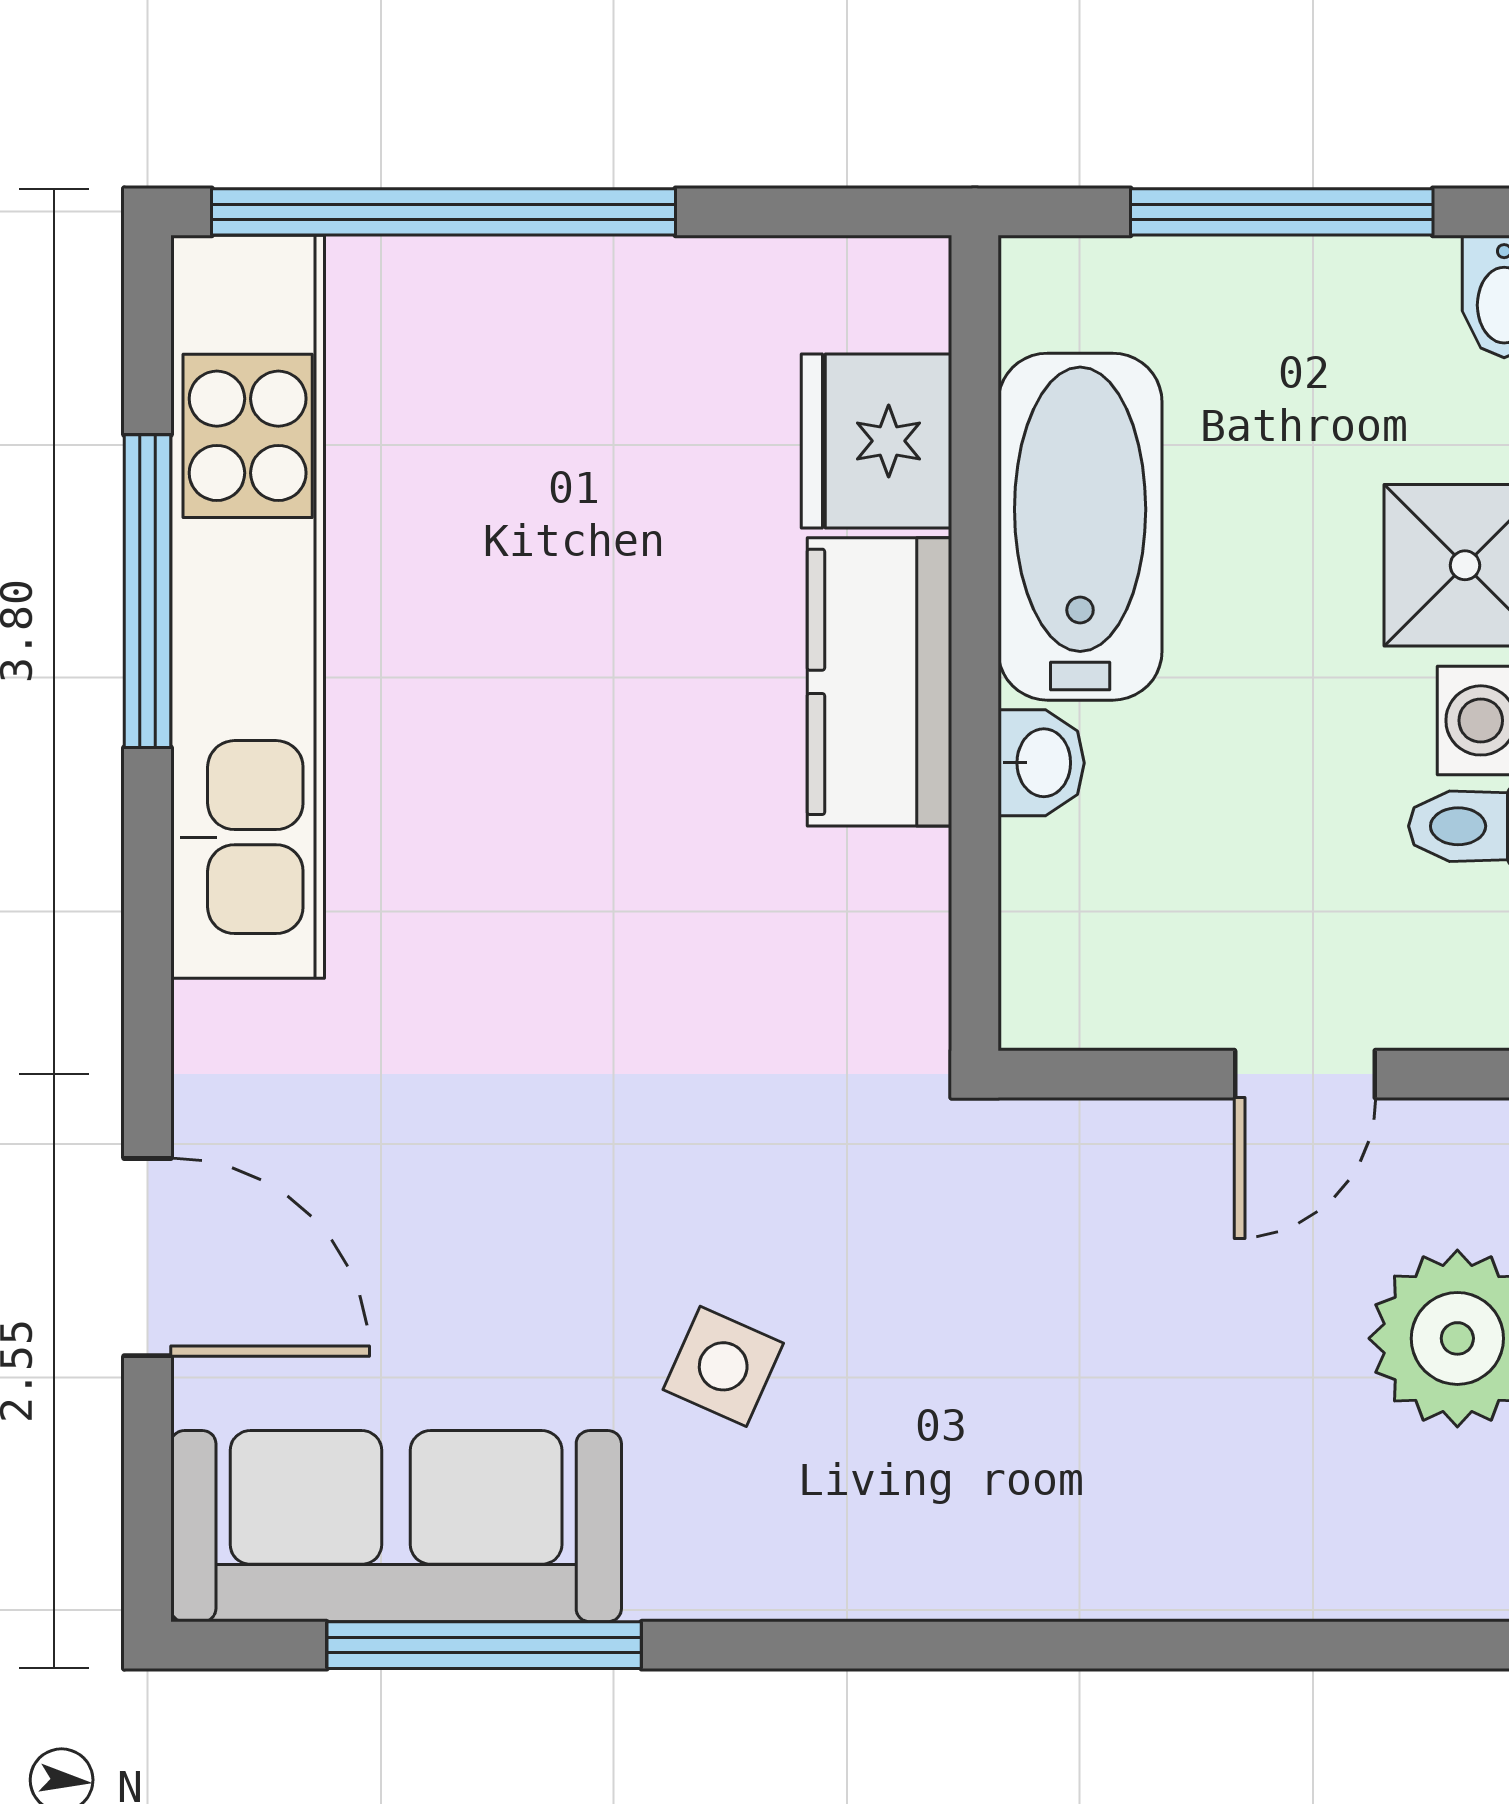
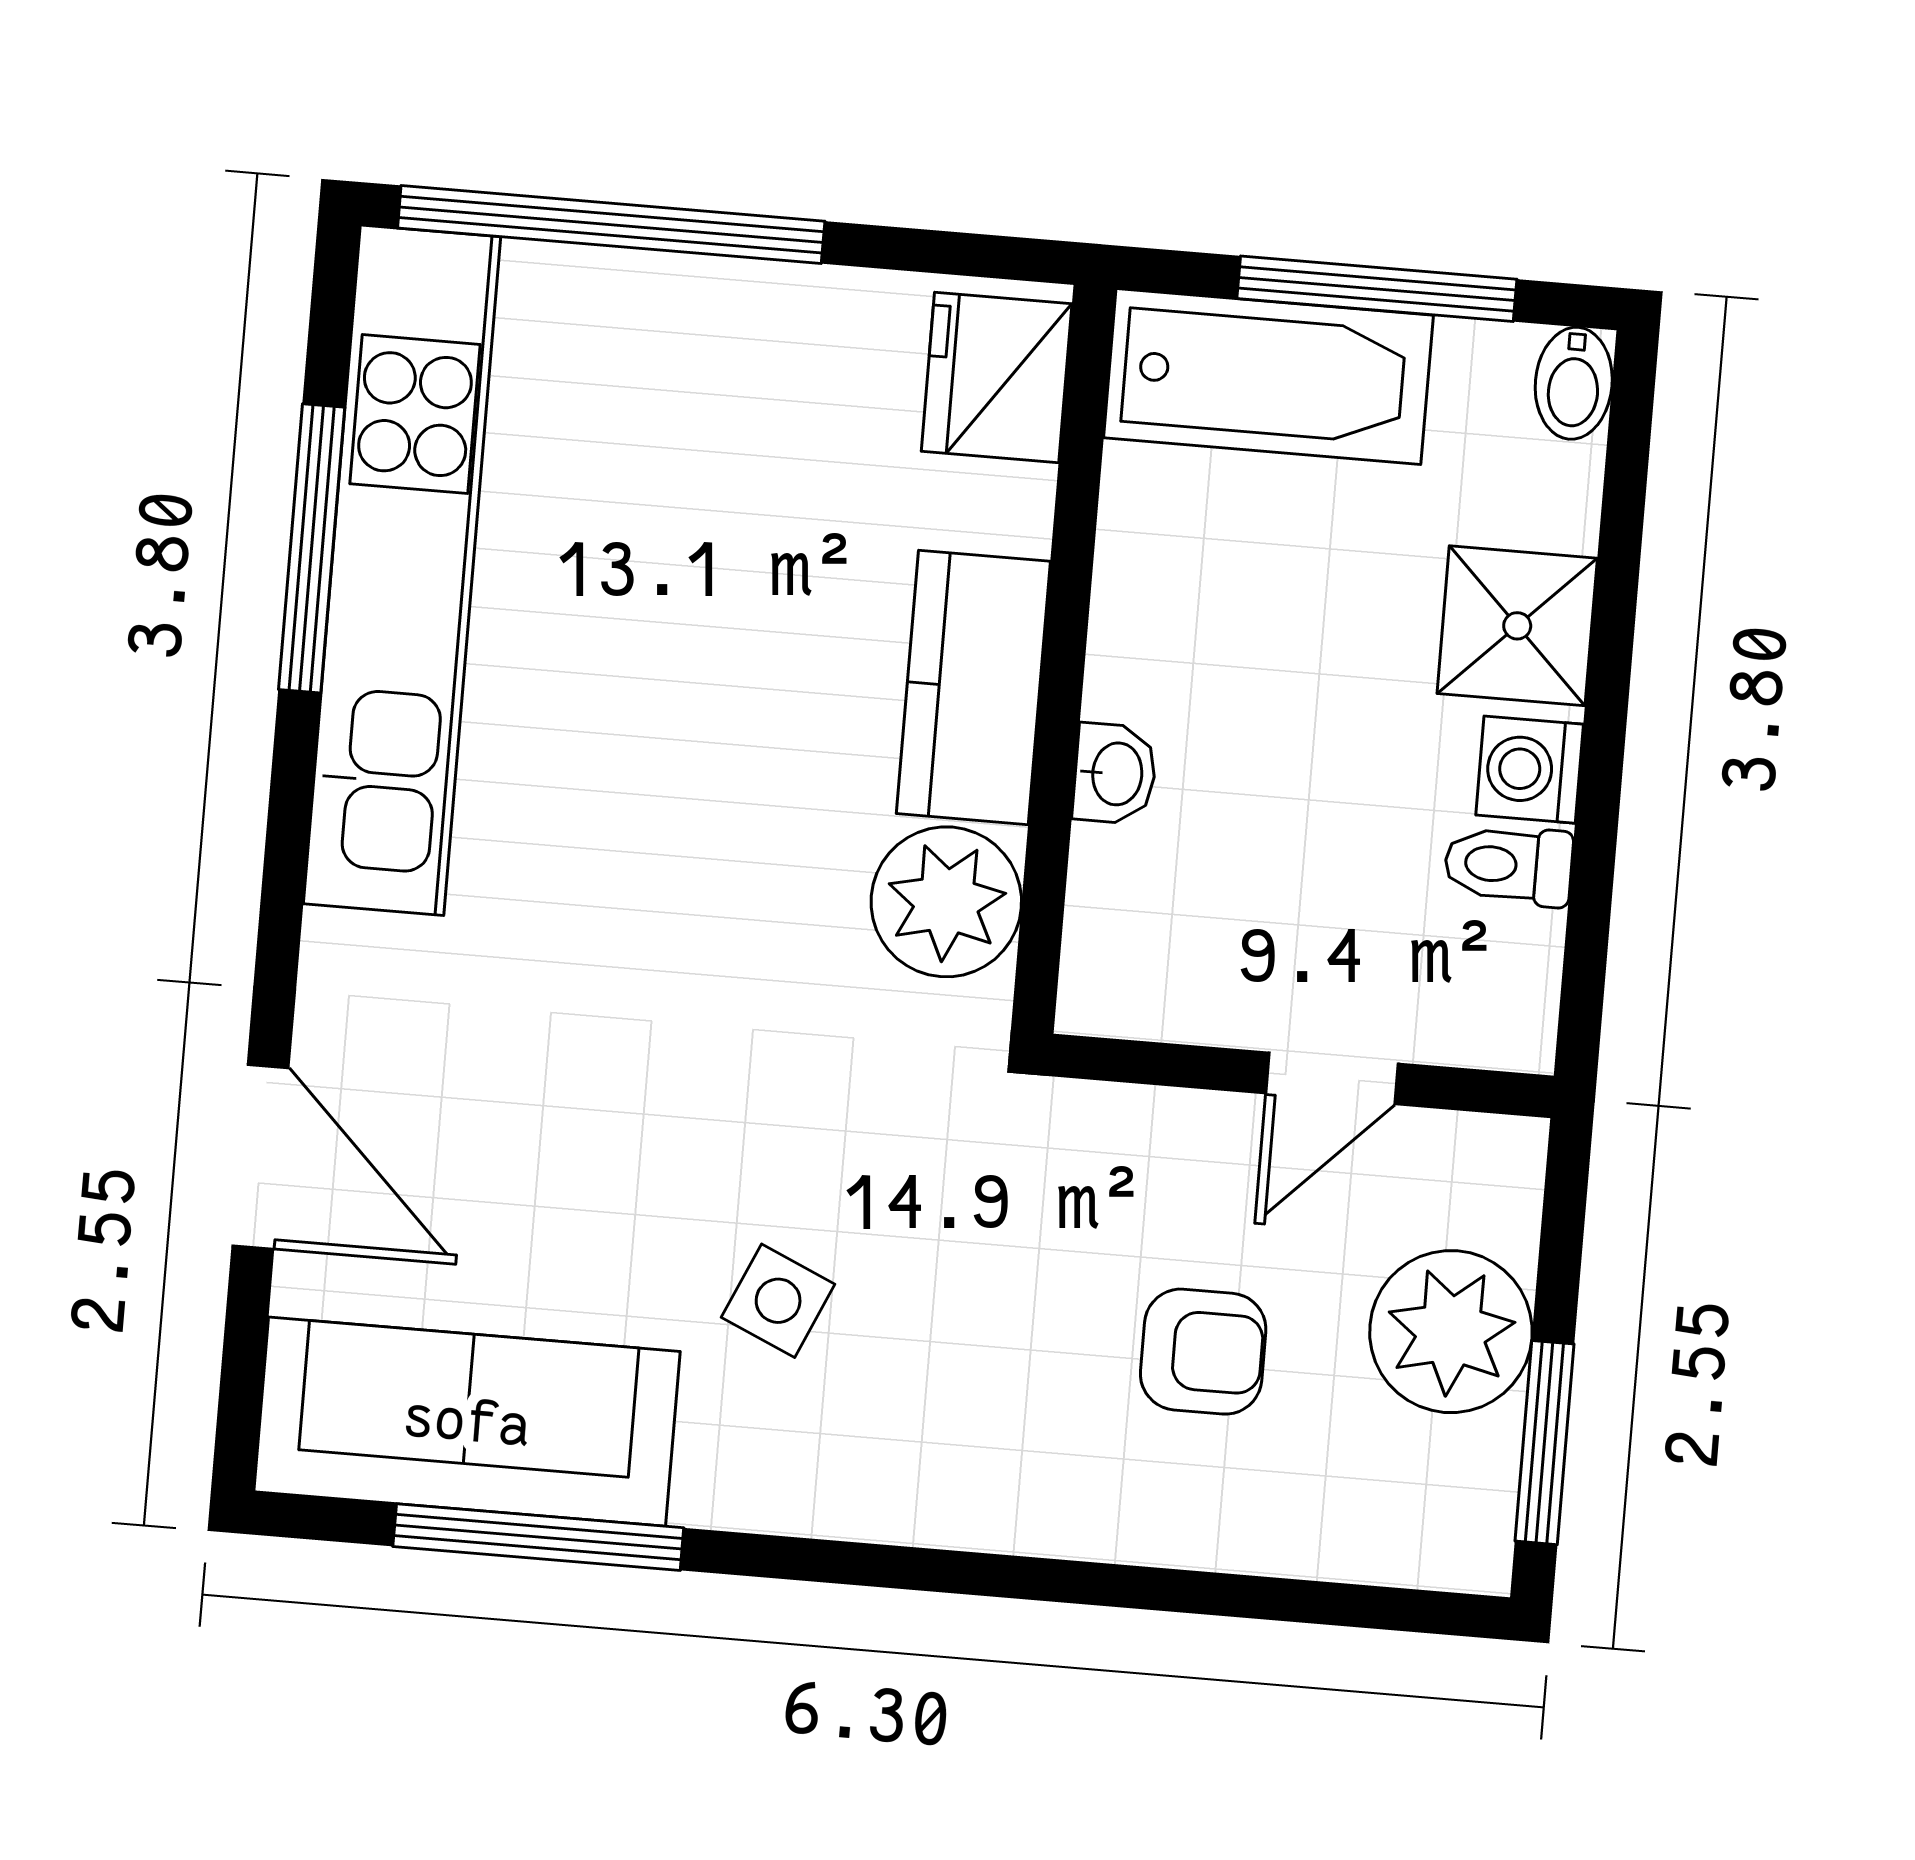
fridge: (876, 441) -> (997, 377), moved
bathtub: (1080, 527) -> (1268, 376), moved, turned 90
plant: (870, 917) -> (946, 902), added
armchair: (1190, 1383) -> (1203, 1352), added

